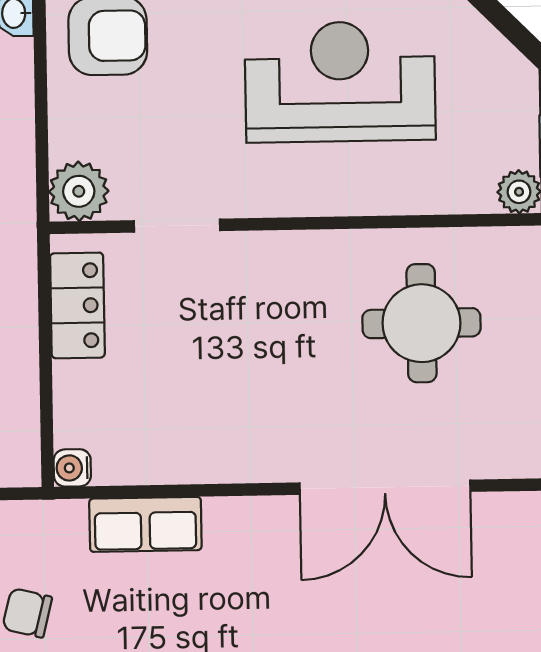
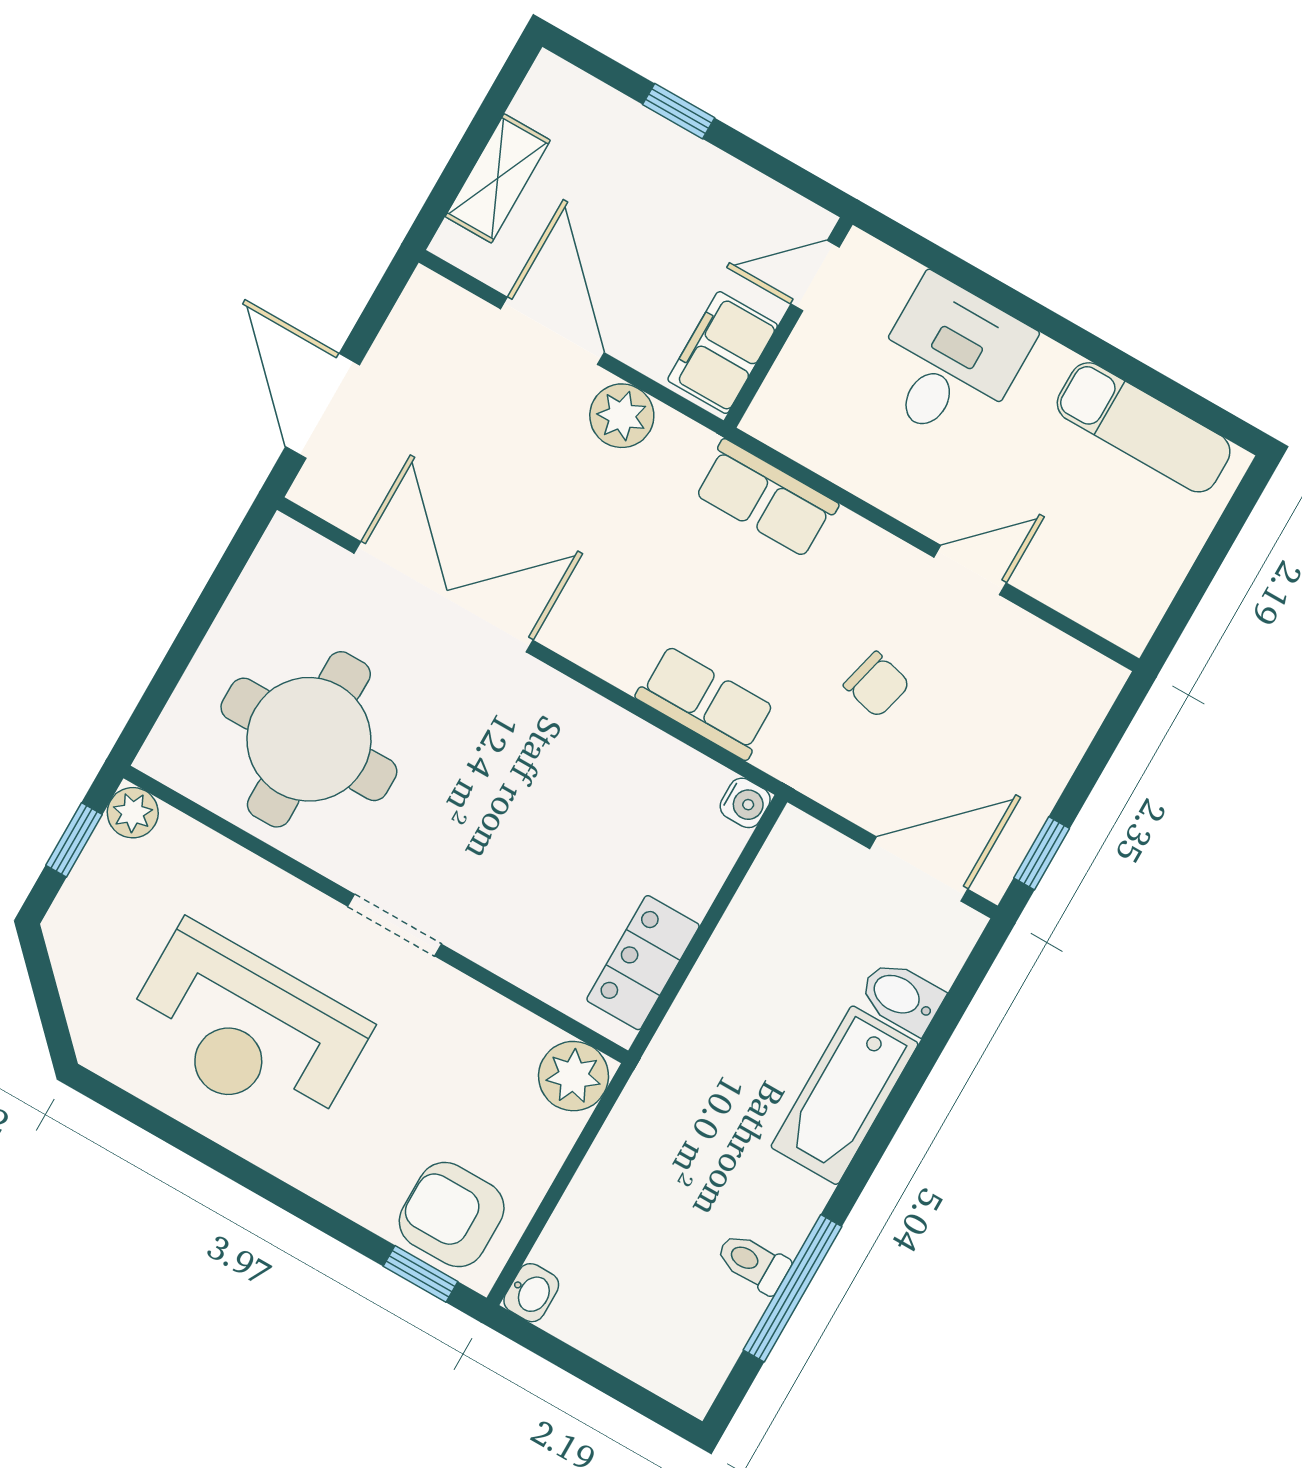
doorway: (177, 226) -> (395, 925), moved
round table: (421, 323) -> (309, 739), width x1.36, depth x1.36

